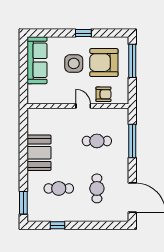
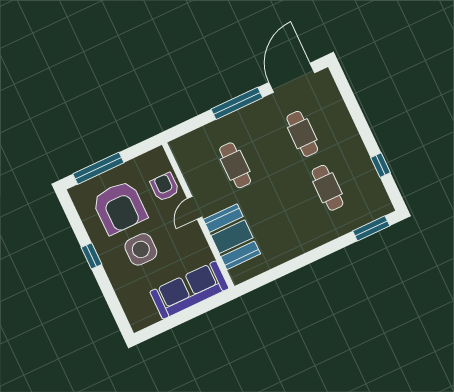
sofa: (37, 60) -> (189, 290), moved
window: (132, 141) -> (237, 103), moved
booth: (39, 153) -> (232, 237), moved, turned 90
cafe table: (97, 188) -> (302, 134), turned 90

